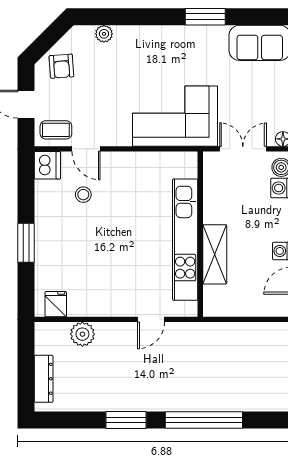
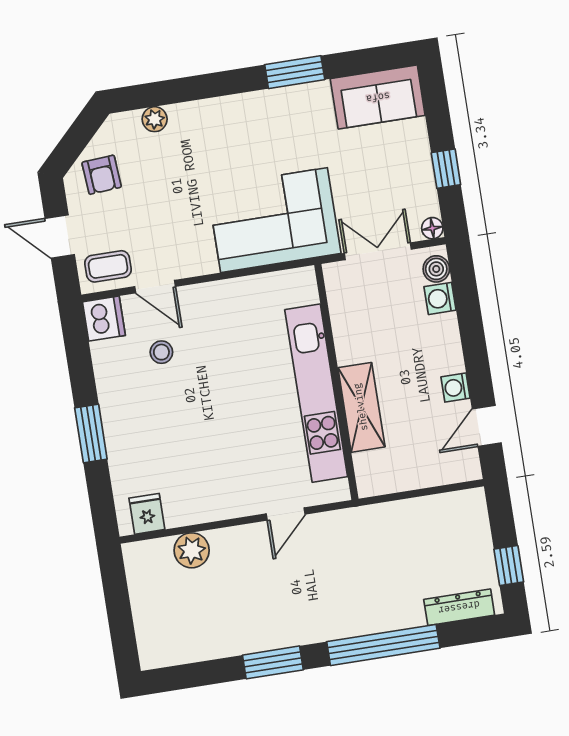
dresser: (44, 379) -> (459, 607), moved, turned -90

